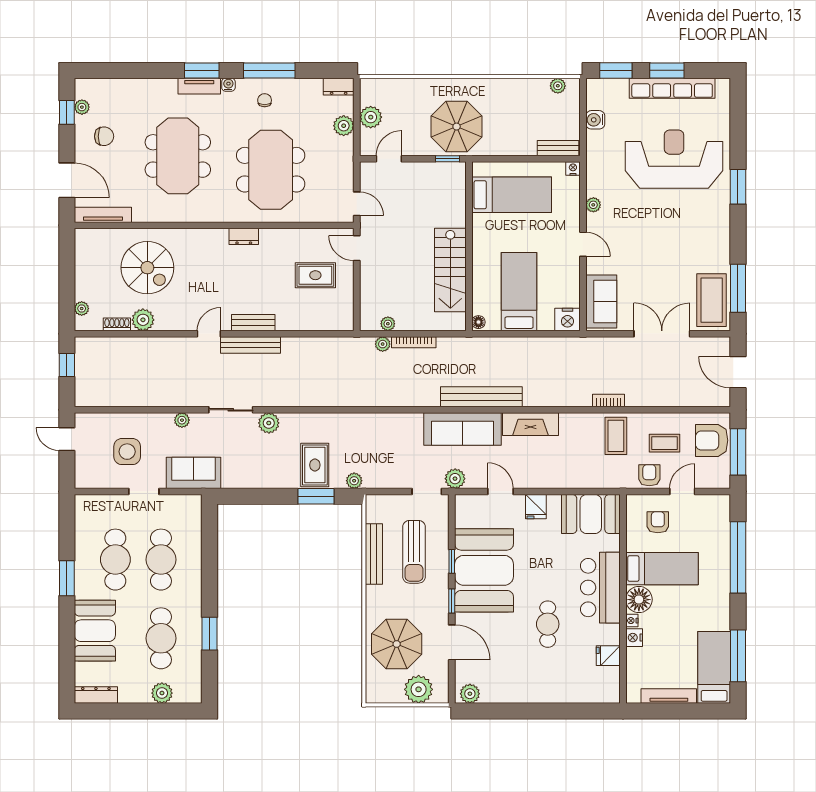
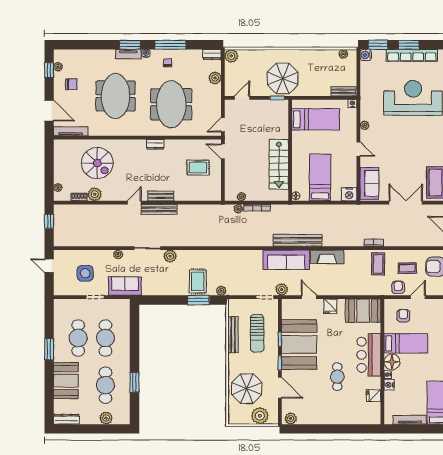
plant: (371, 117) -> (231, 56), moved
water cooler: (595, 120) -> (366, 55), moved
door: (357, 204) -> (223, 125), swing flipped

